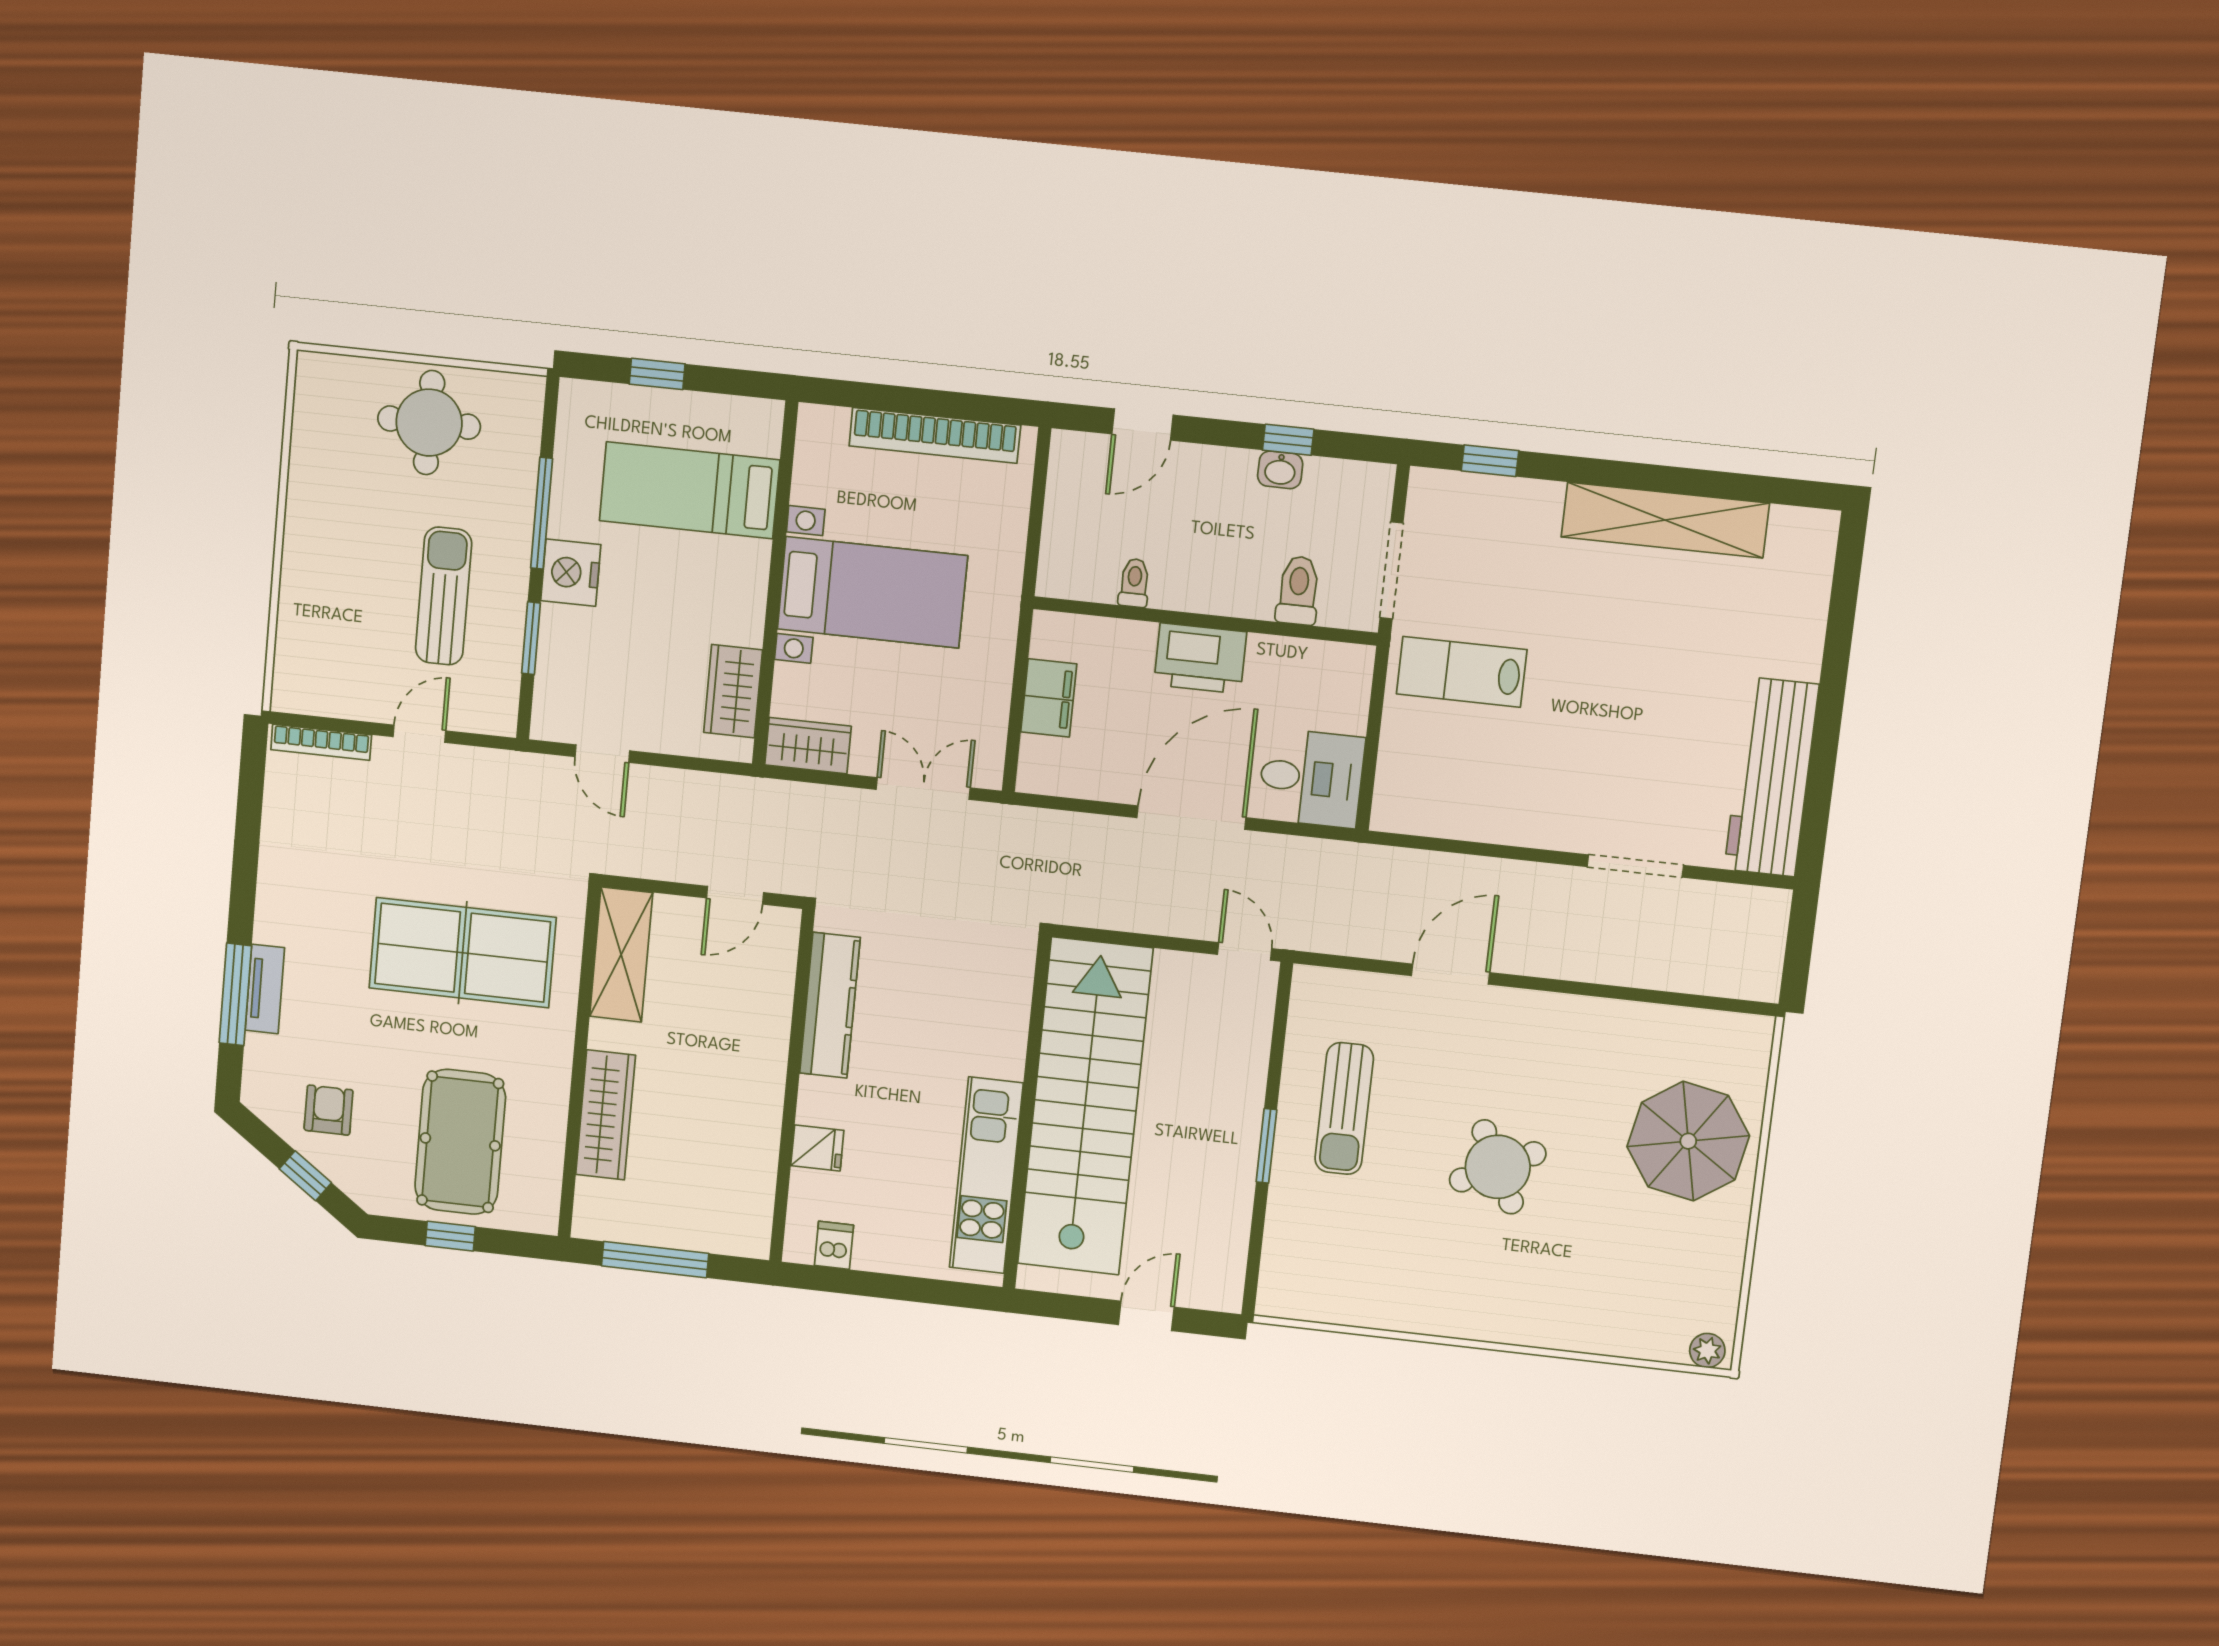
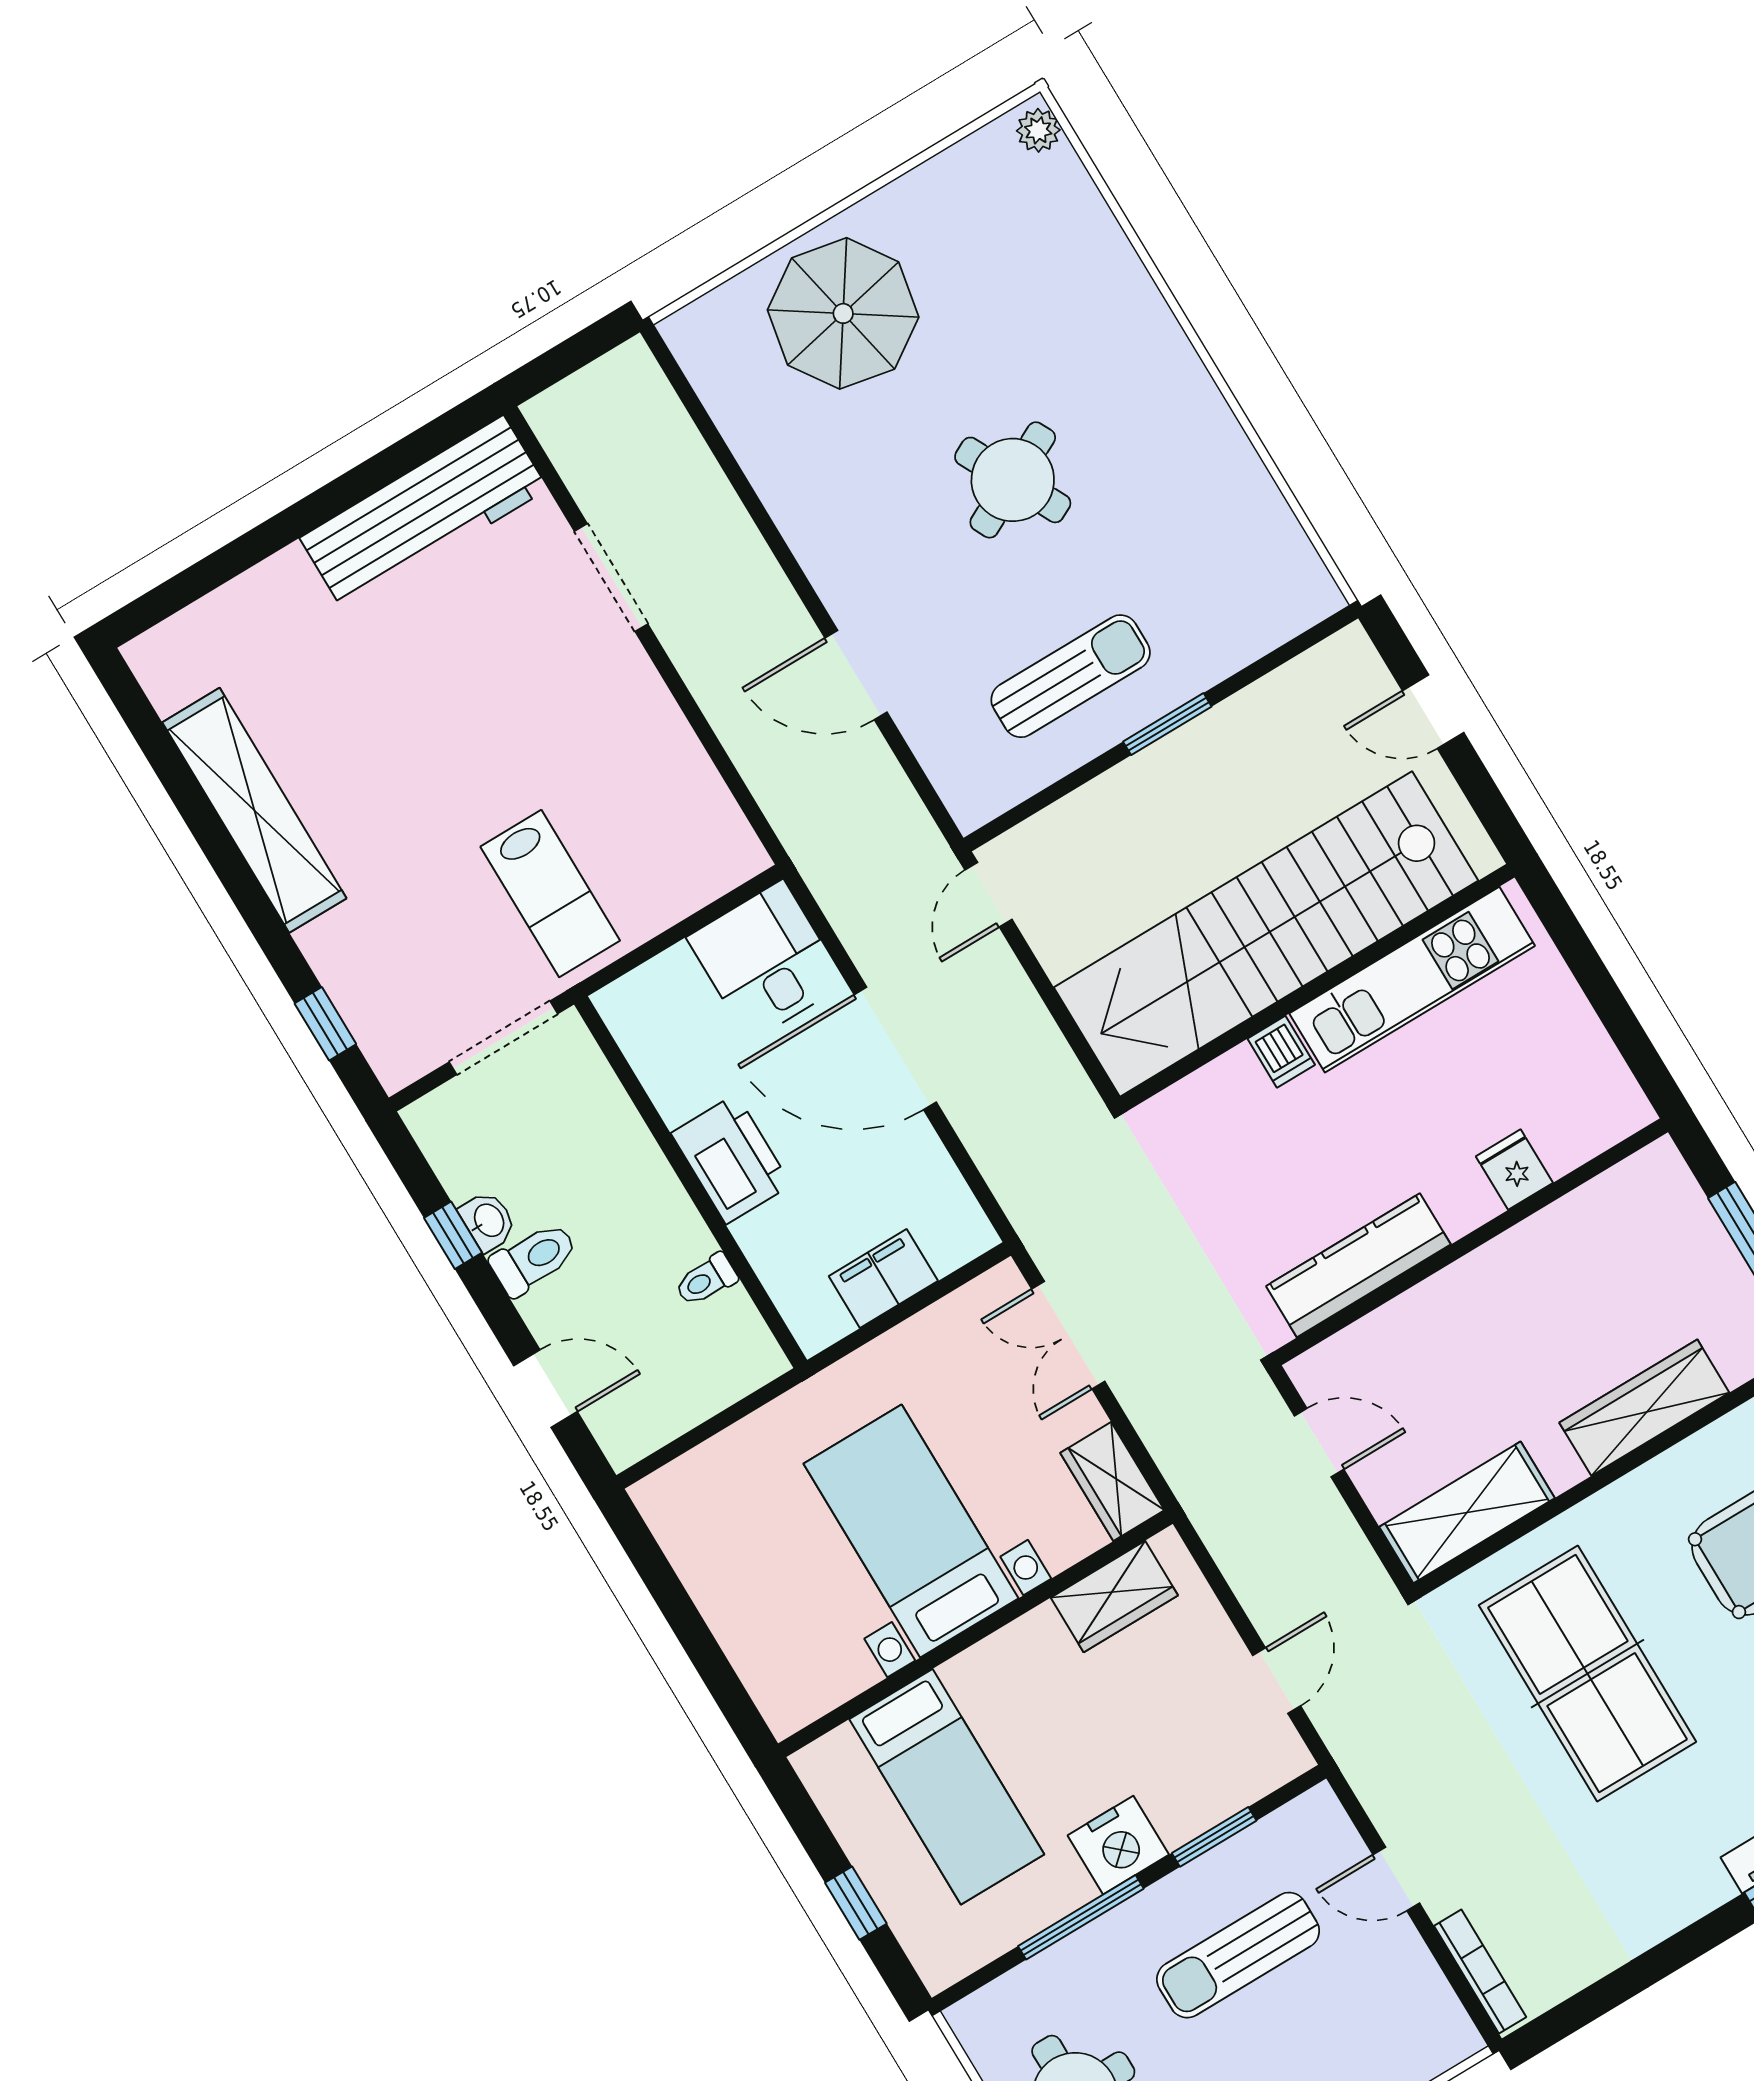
bookcase: (935, 435) -> (710, 1584), removed
toilet: (1298, 590) -> (534, 1259), moved, turned 180
dishwasher: (834, 1245) -> (1281, 1052), moved, turned -90

